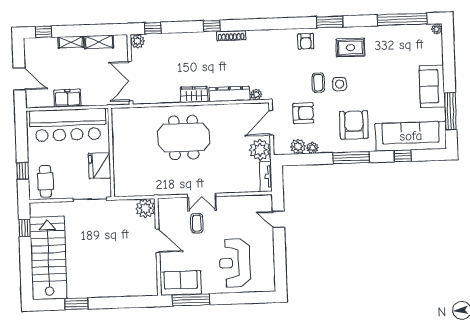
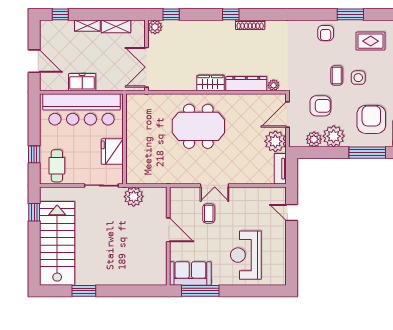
plant: (312, 148) -> (334, 136), width x1.88, depth x1.88
plant: (145, 208) -> (134, 197), moved

